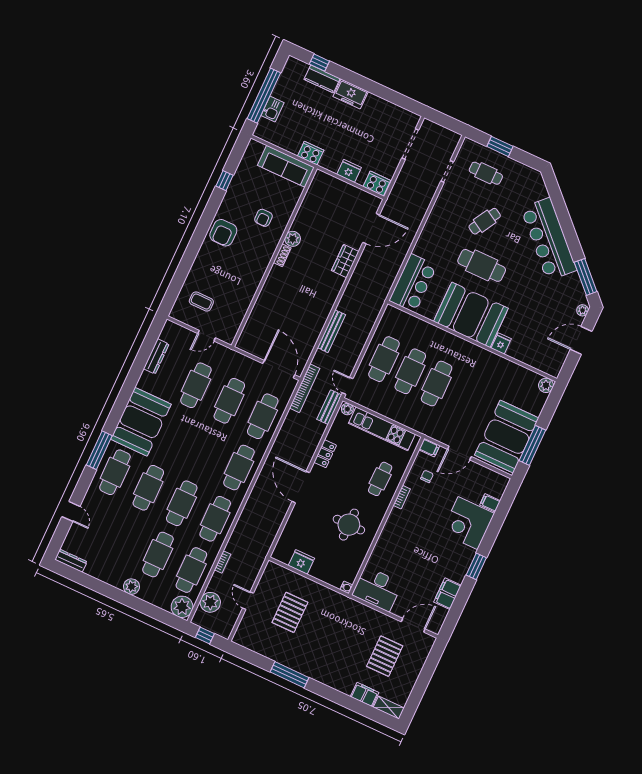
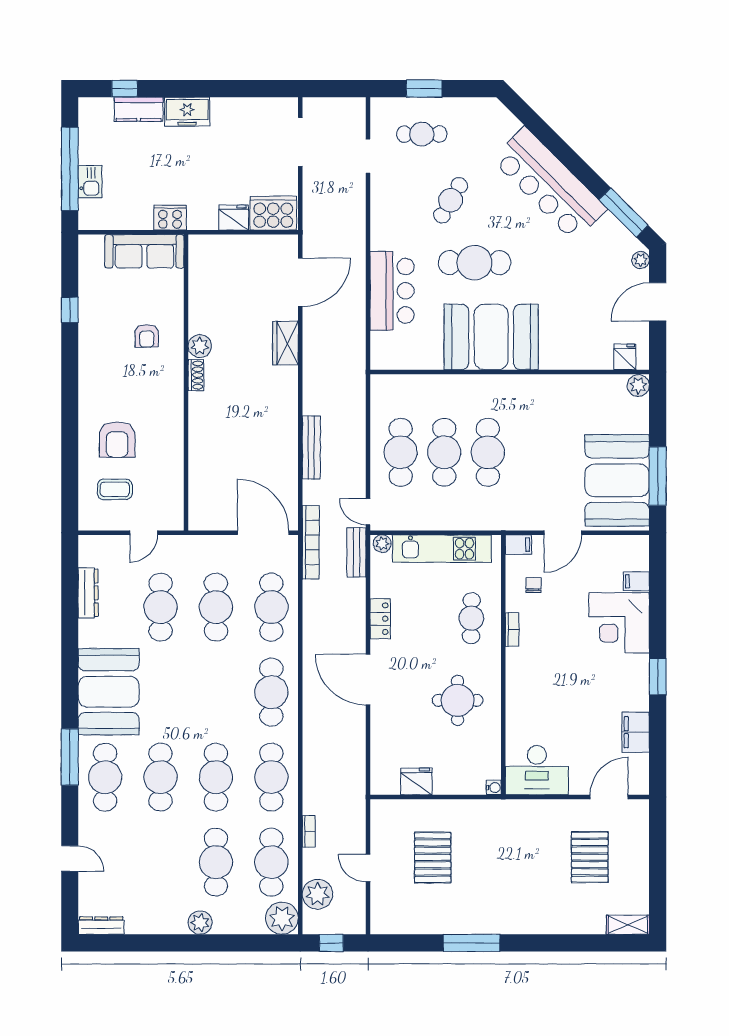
cooker: (377, 183) -> (273, 213), width x1.37, depth x1.31
armchair: (223, 233) -> (117, 440), moved
bar counter: (413, 283) -> (392, 291), moved
fridge: (501, 344) -> (625, 357), moved
filing cabinet: (365, 695) -> (587, 922), removed

